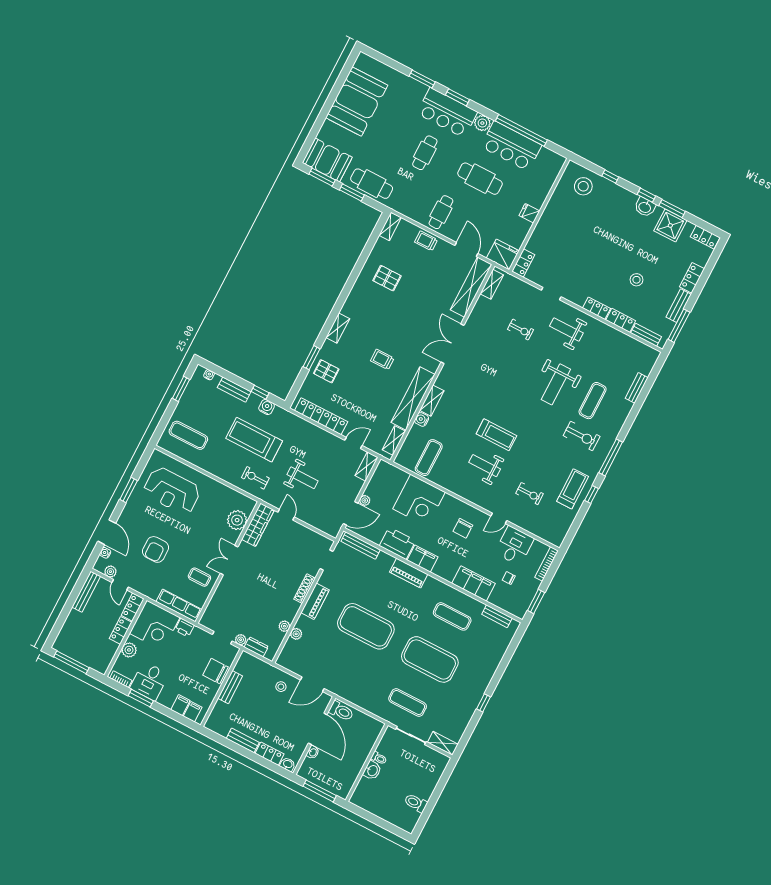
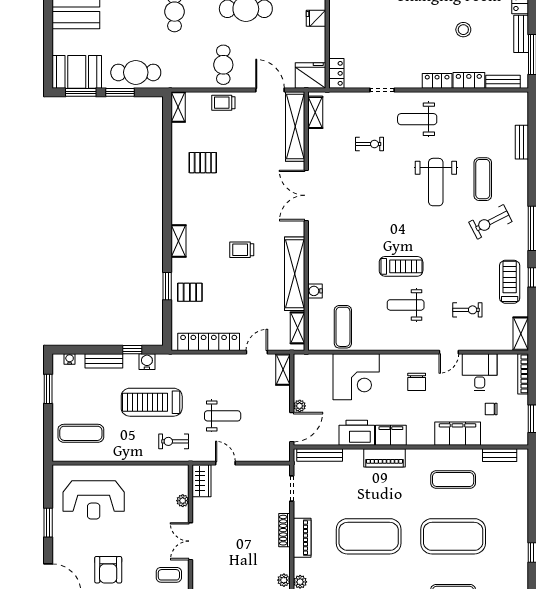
shelving: (432, 401) -> (521, 334), moved
exercise bike: (582, 436) -> (490, 222), turned 153
plant: (237, 520) -> (183, 501), width x0.53, depth x0.53
wardrobe: (258, 525) -> (201, 481), width x0.67

